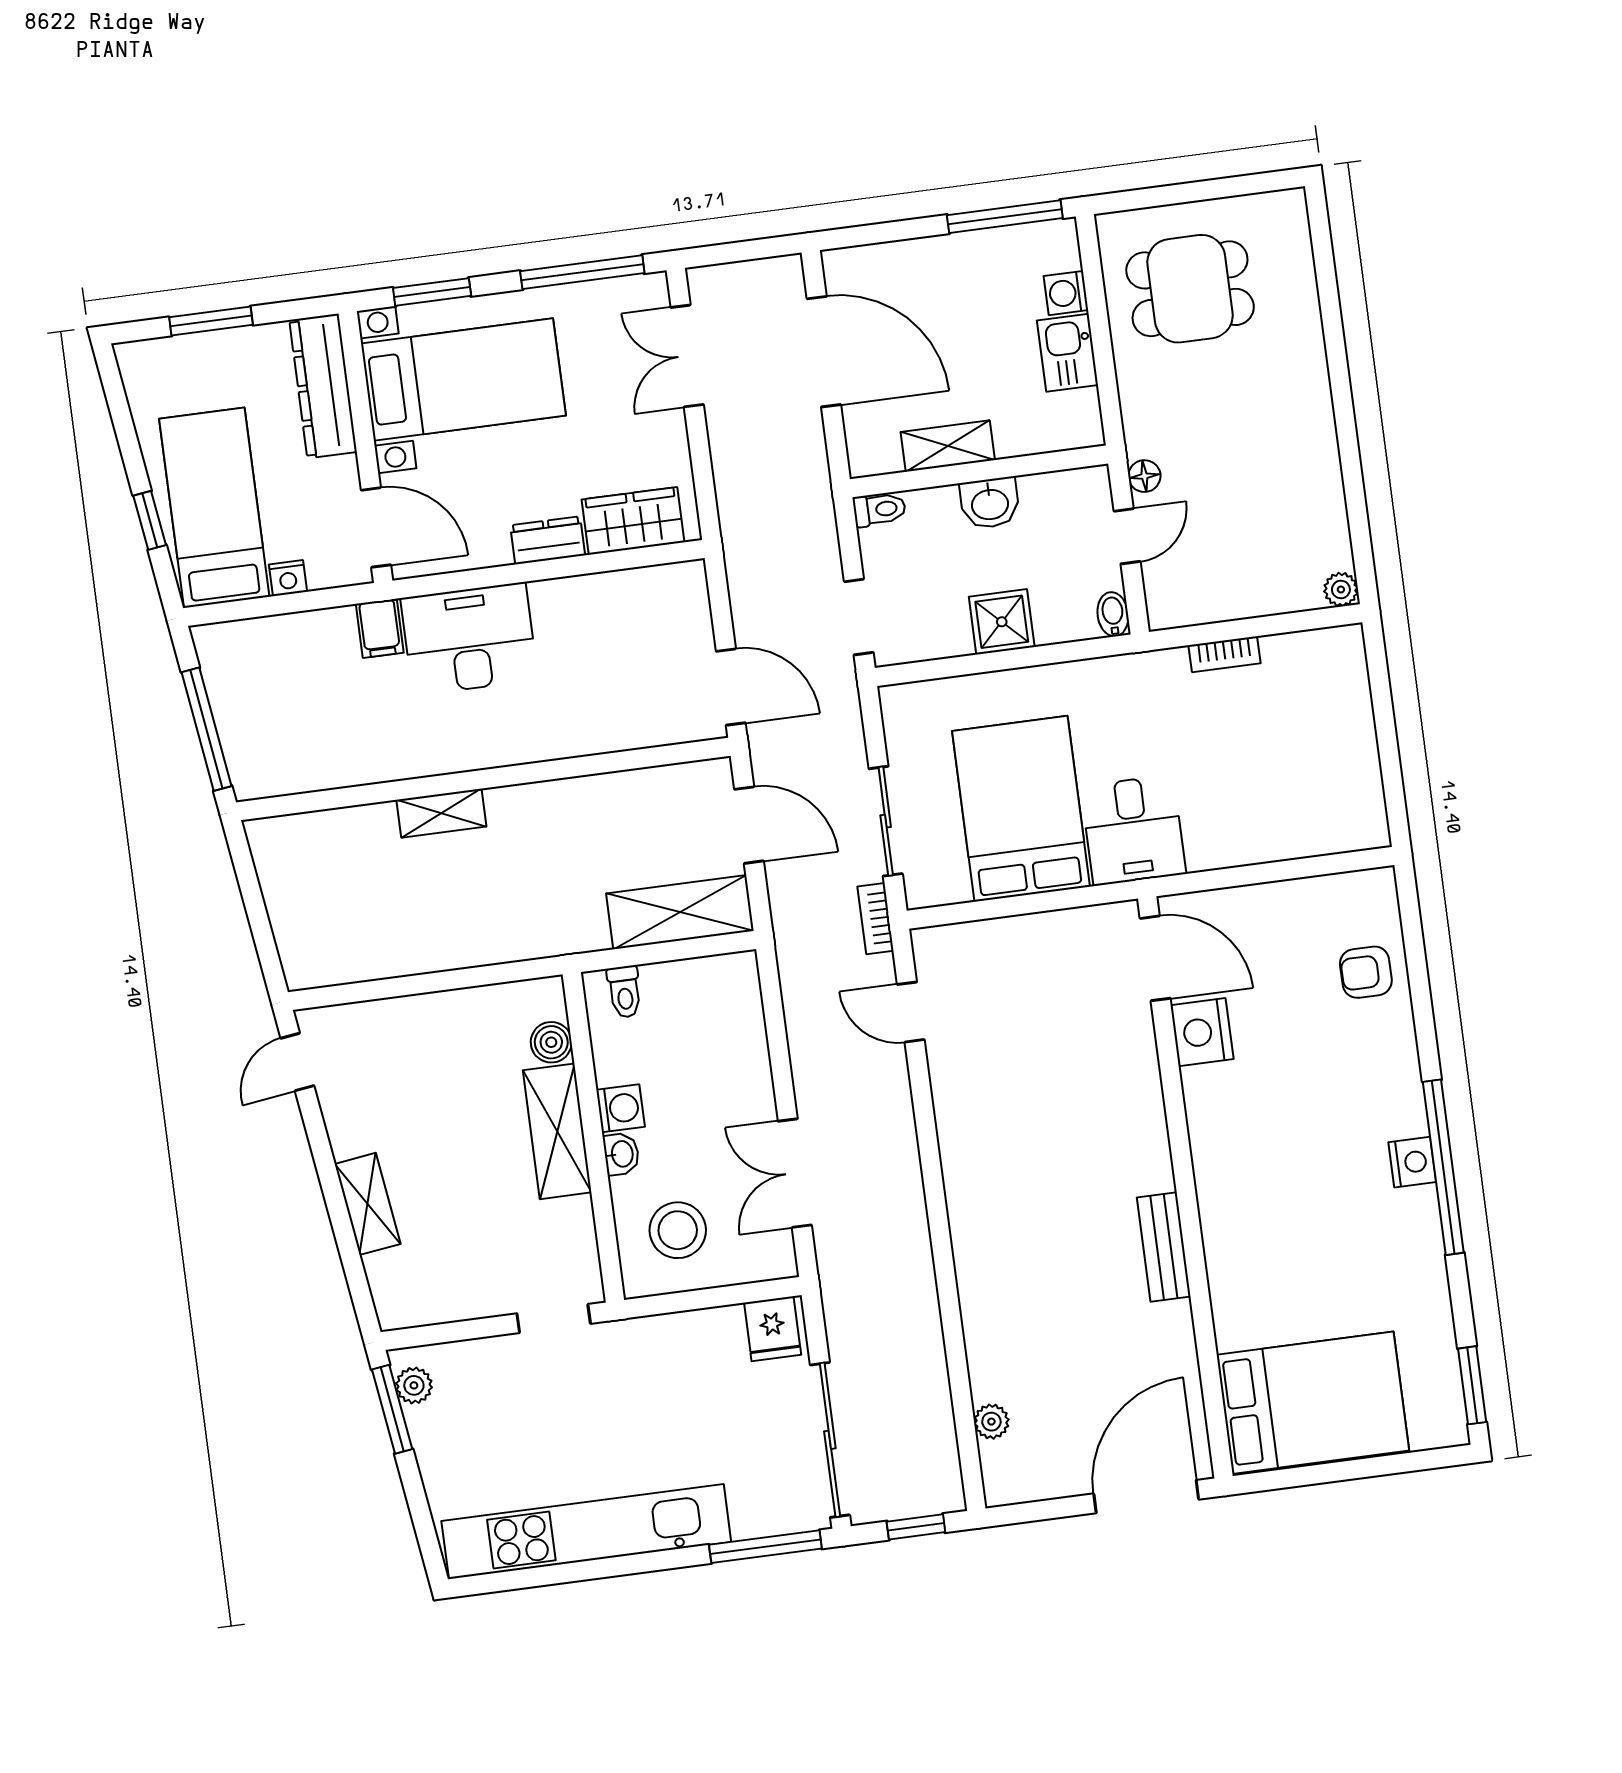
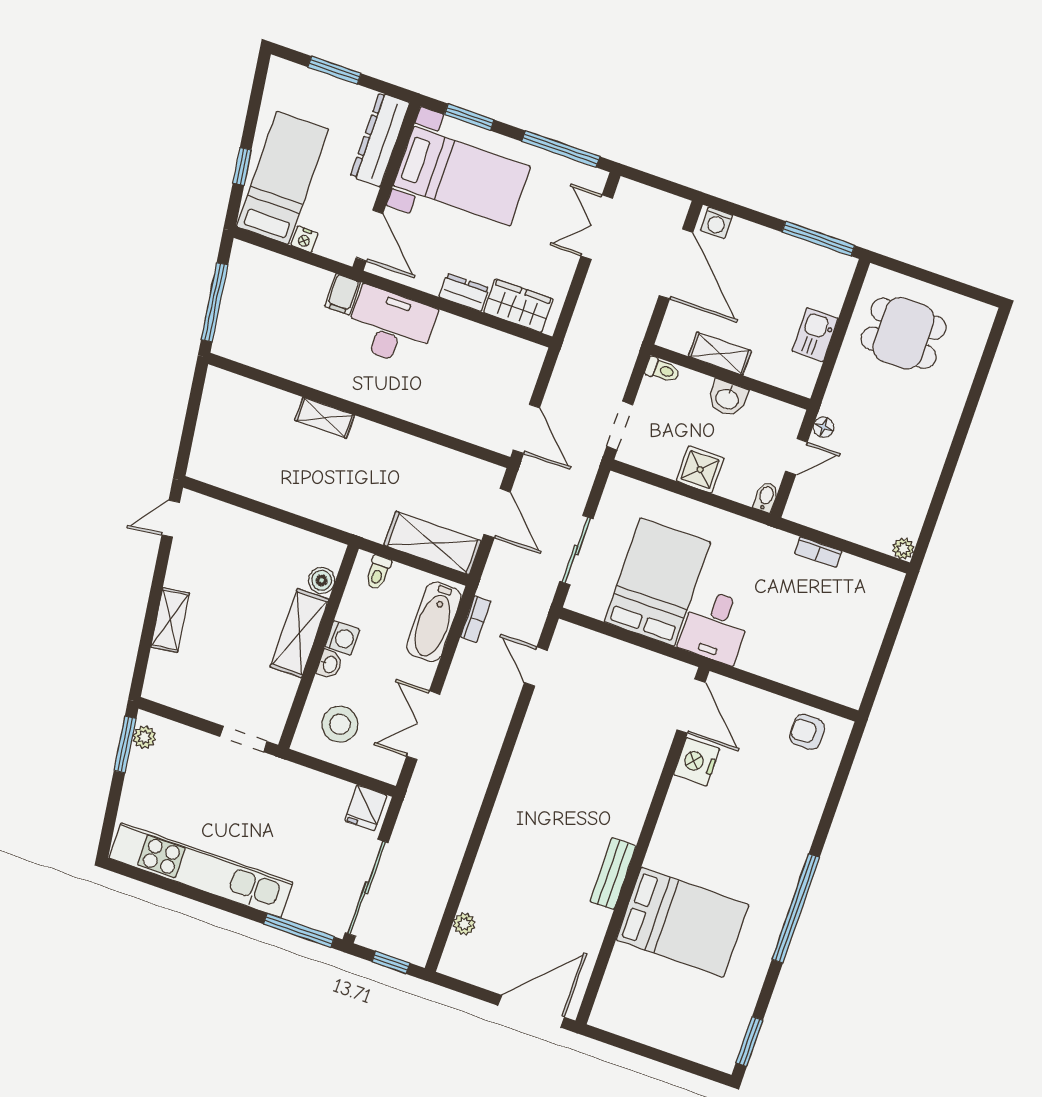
washing machine: (1066, 293) -> (717, 223), moved, turned -90
bookcase: (876, 919) -> (476, 619), moved, turned 180
armchair: (1366, 972) -> (807, 732), moved
bathtub: (737, 1021) -> (434, 622), added
nightstand: (1412, 1162) -> (779, 896), removed
bed: (1313, 1403) -> (682, 922), moved

